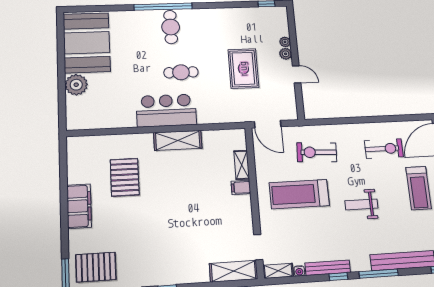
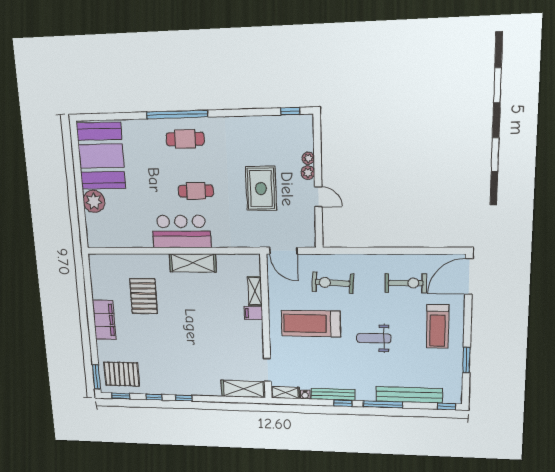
cafe table: (171, 27) -> (185, 139), turned 90

